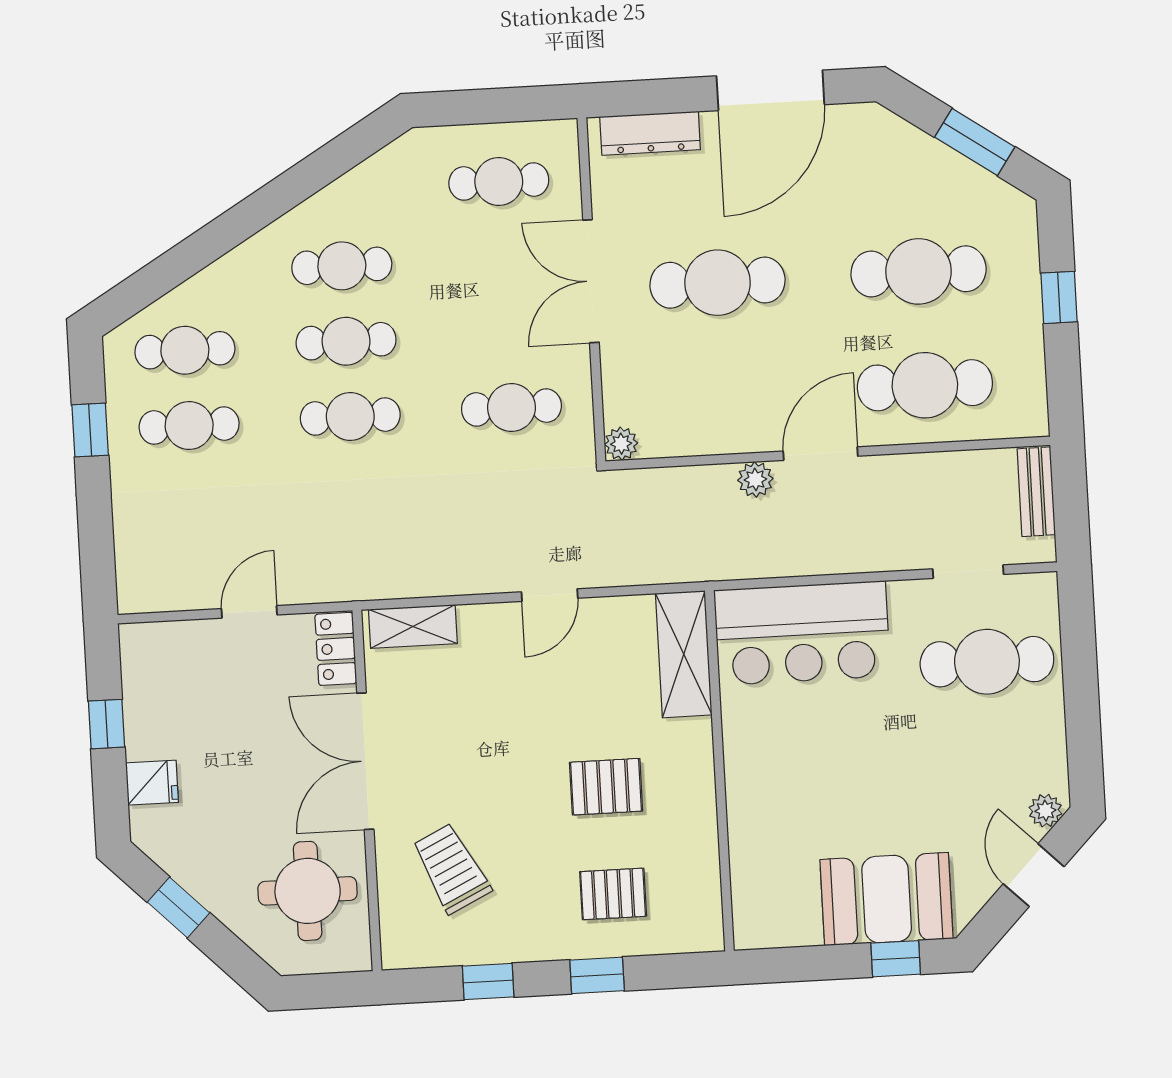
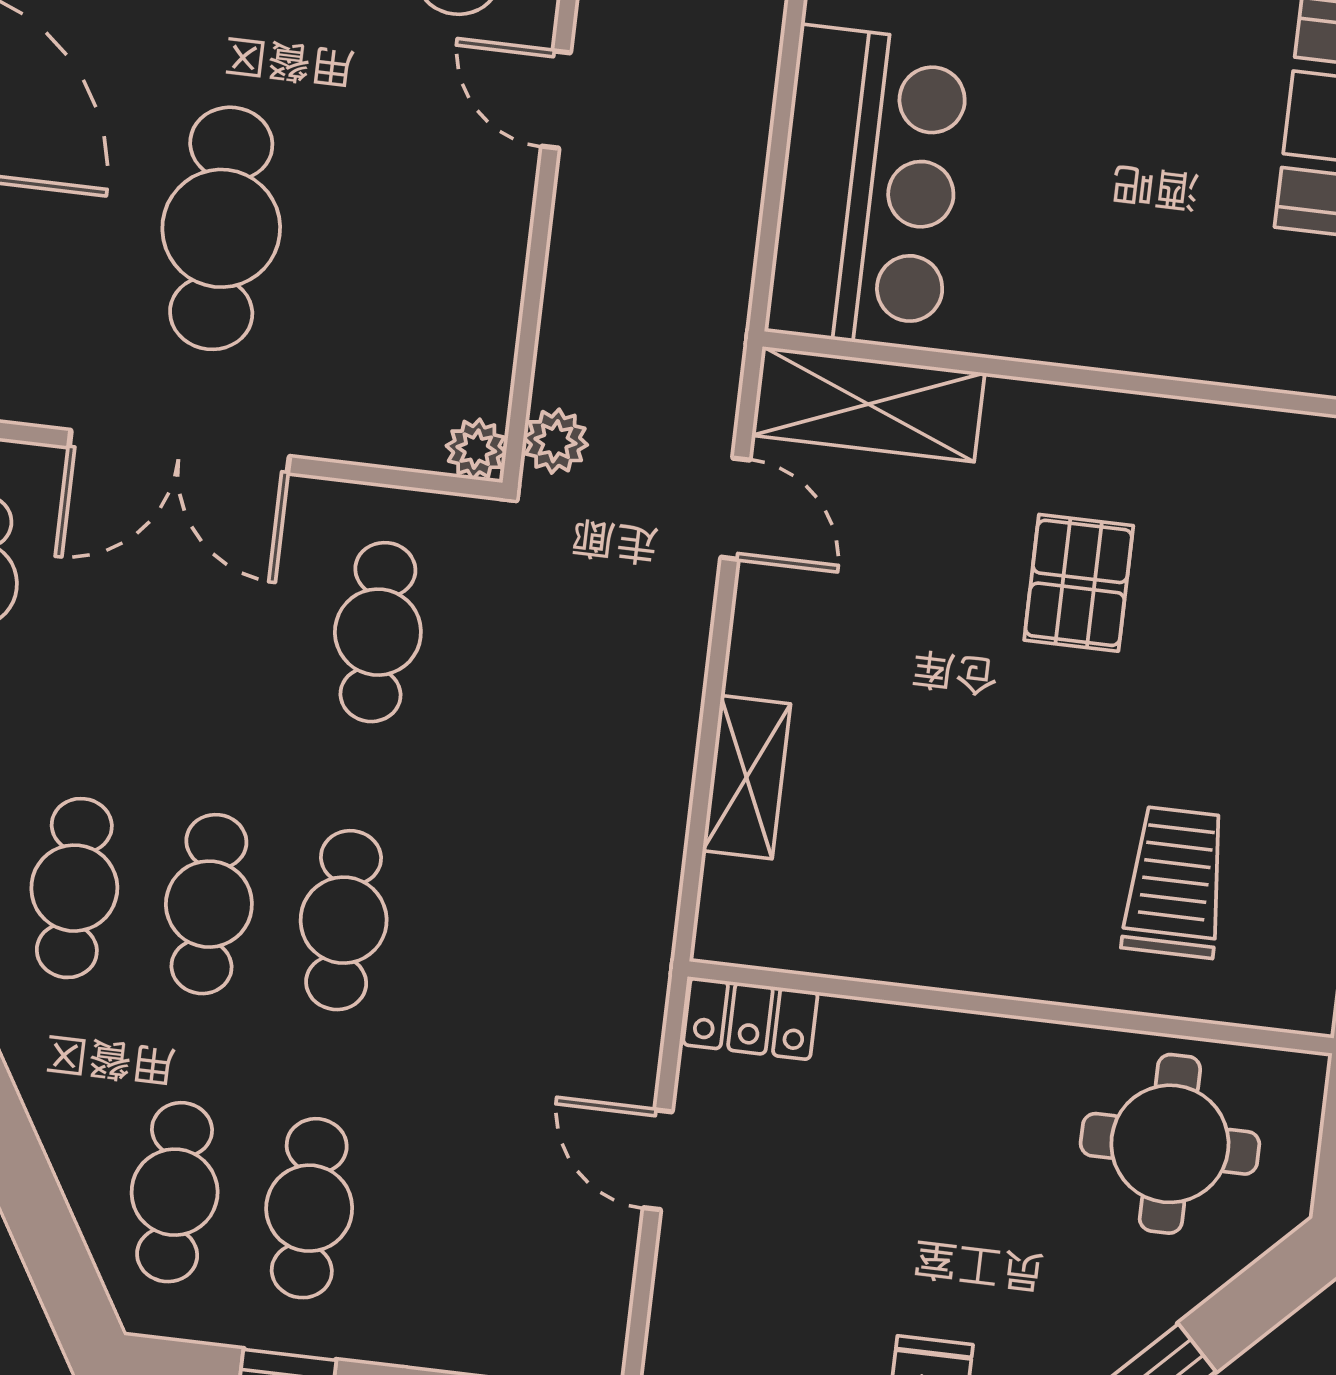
door: (820, 454) -> (556, 100), width x0.73
plant: (755, 479) -> (555, 441), moved
door: (550, 595) -> (735, 509), moved
shelving: (413, 626) -> (746, 777), moved
double door: (365, 761) -> (958, 1001), removed
trolley: (451, 868) -> (1175, 882), turned 116
pallet: (613, 894) -> (1271, 604), removed

